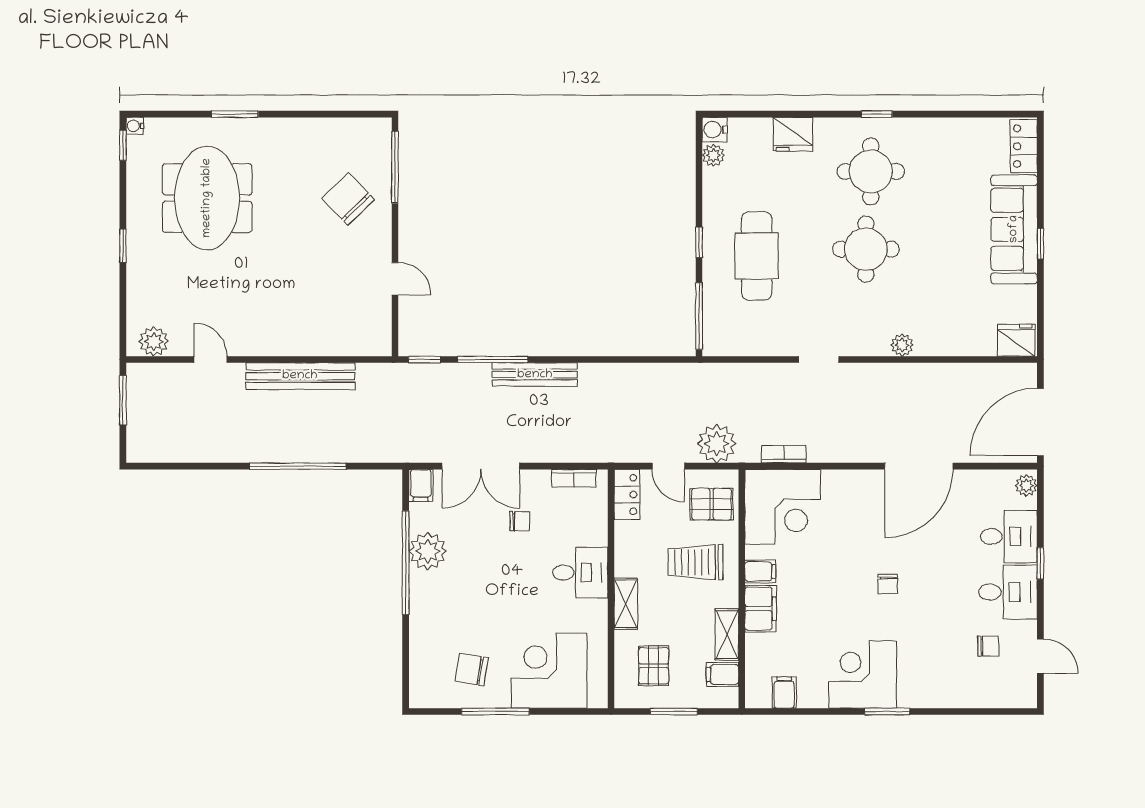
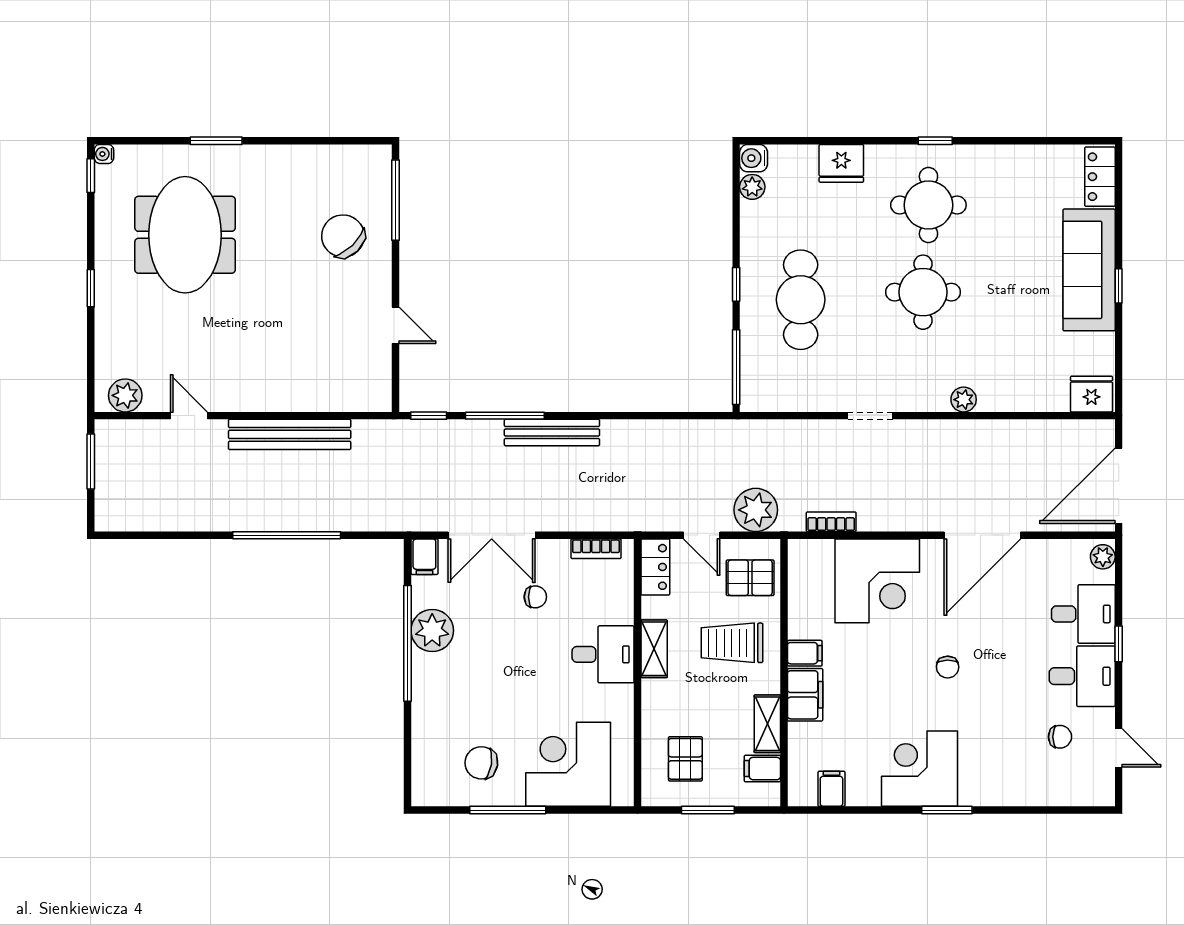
corner desk: (782, 507) -> (877, 581), moved
shelving: (626, 604) -> (654, 649), moved

